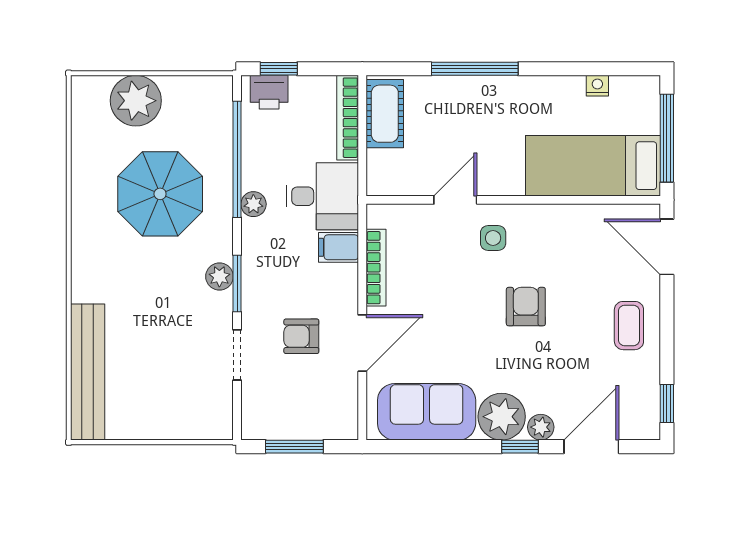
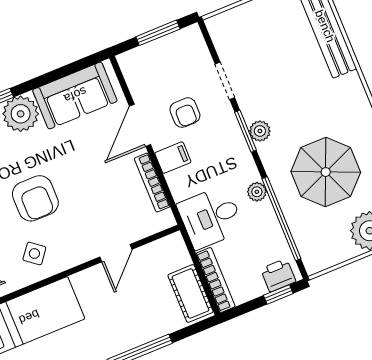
side table: (493, 238) -> (34, 254), moved, turned 38
filing cabinet: (338, 247) -> (173, 158), moved
armchair: (526, 307) -> (35, 198), width x1.38, depth x1.38
armchair: (301, 336) -> (185, 113), turned 90

